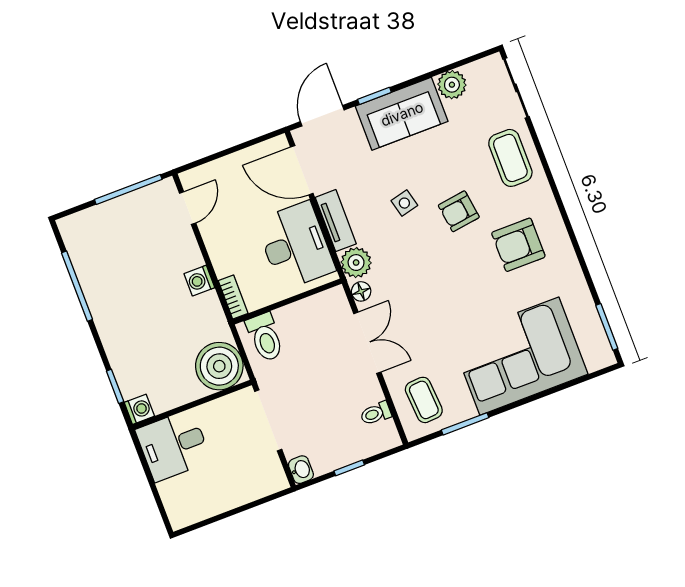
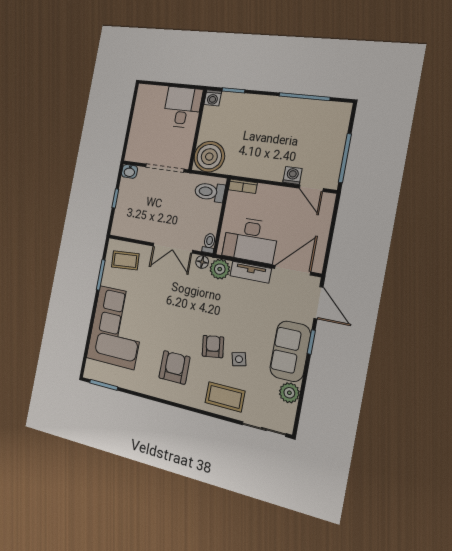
side table: (404, 203) -> (239, 359), moved
washing machine: (199, 281) -> (292, 175), moved
toilet: (376, 413) -> (209, 243), moved

